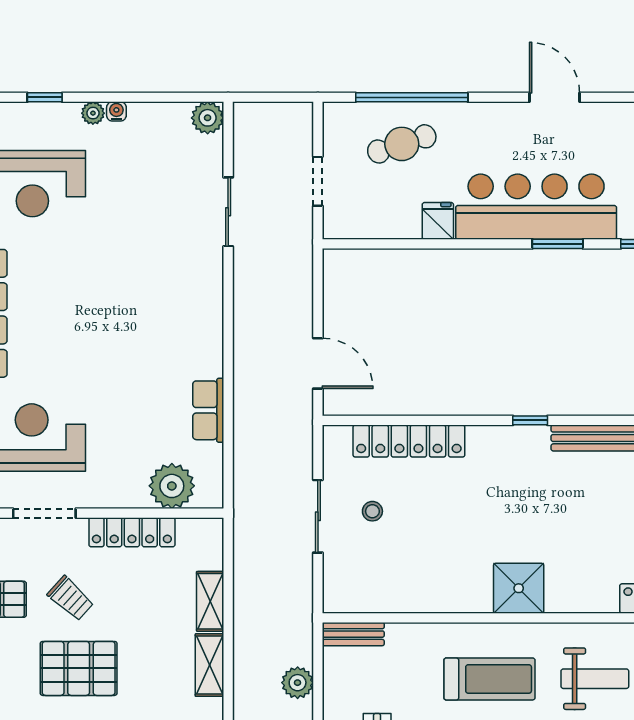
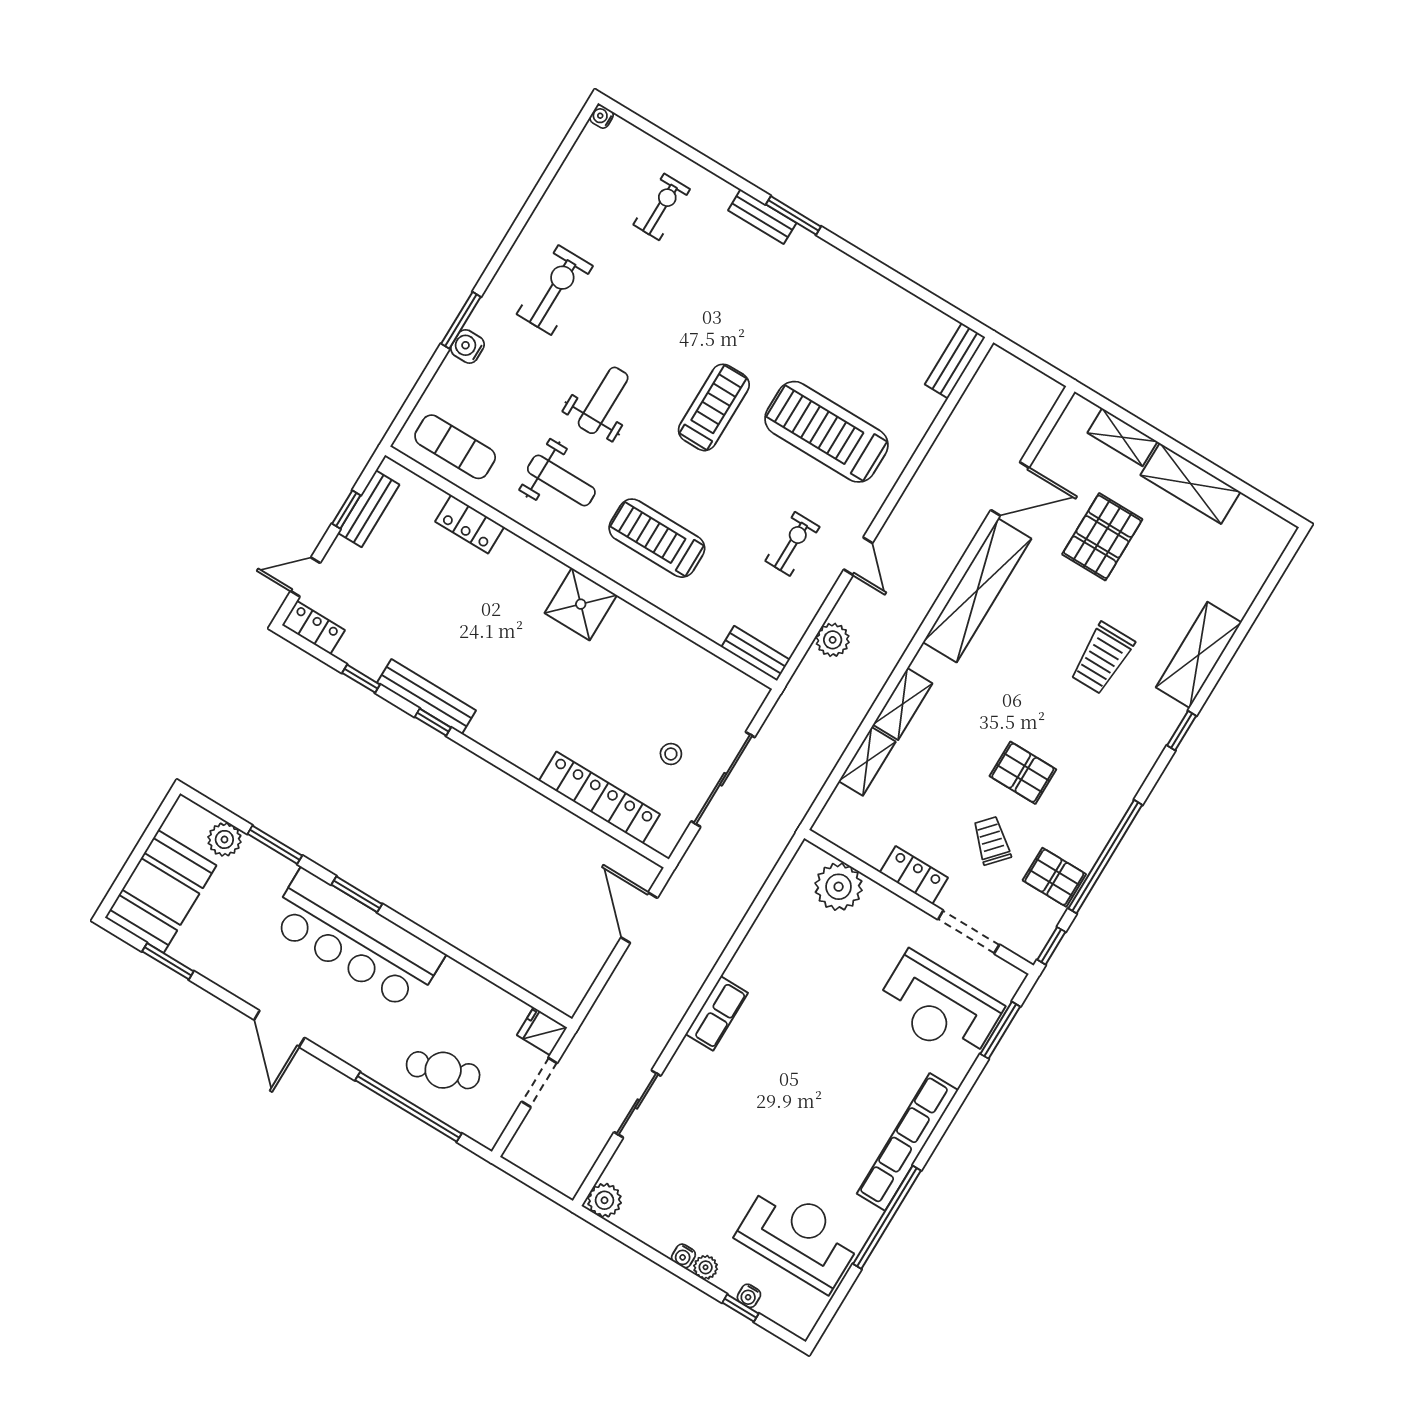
water cooler: (44, 111) -> (749, 1296), added
fridge: (438, 221) -> (542, 1031), moved, turned 90
row of seats: (208, 410) -> (717, 1013), moved
window: (530, 420) -> (433, 722), moved
sliding door: (318, 516) -> (723, 779), width x1.37
locker: (132, 532) -> (914, 875), width x0.66
pallet: (79, 668) -> (1023, 773), width x0.67, depth x0.71
weight bench: (595, 679) -> (561, 481), turned 180

